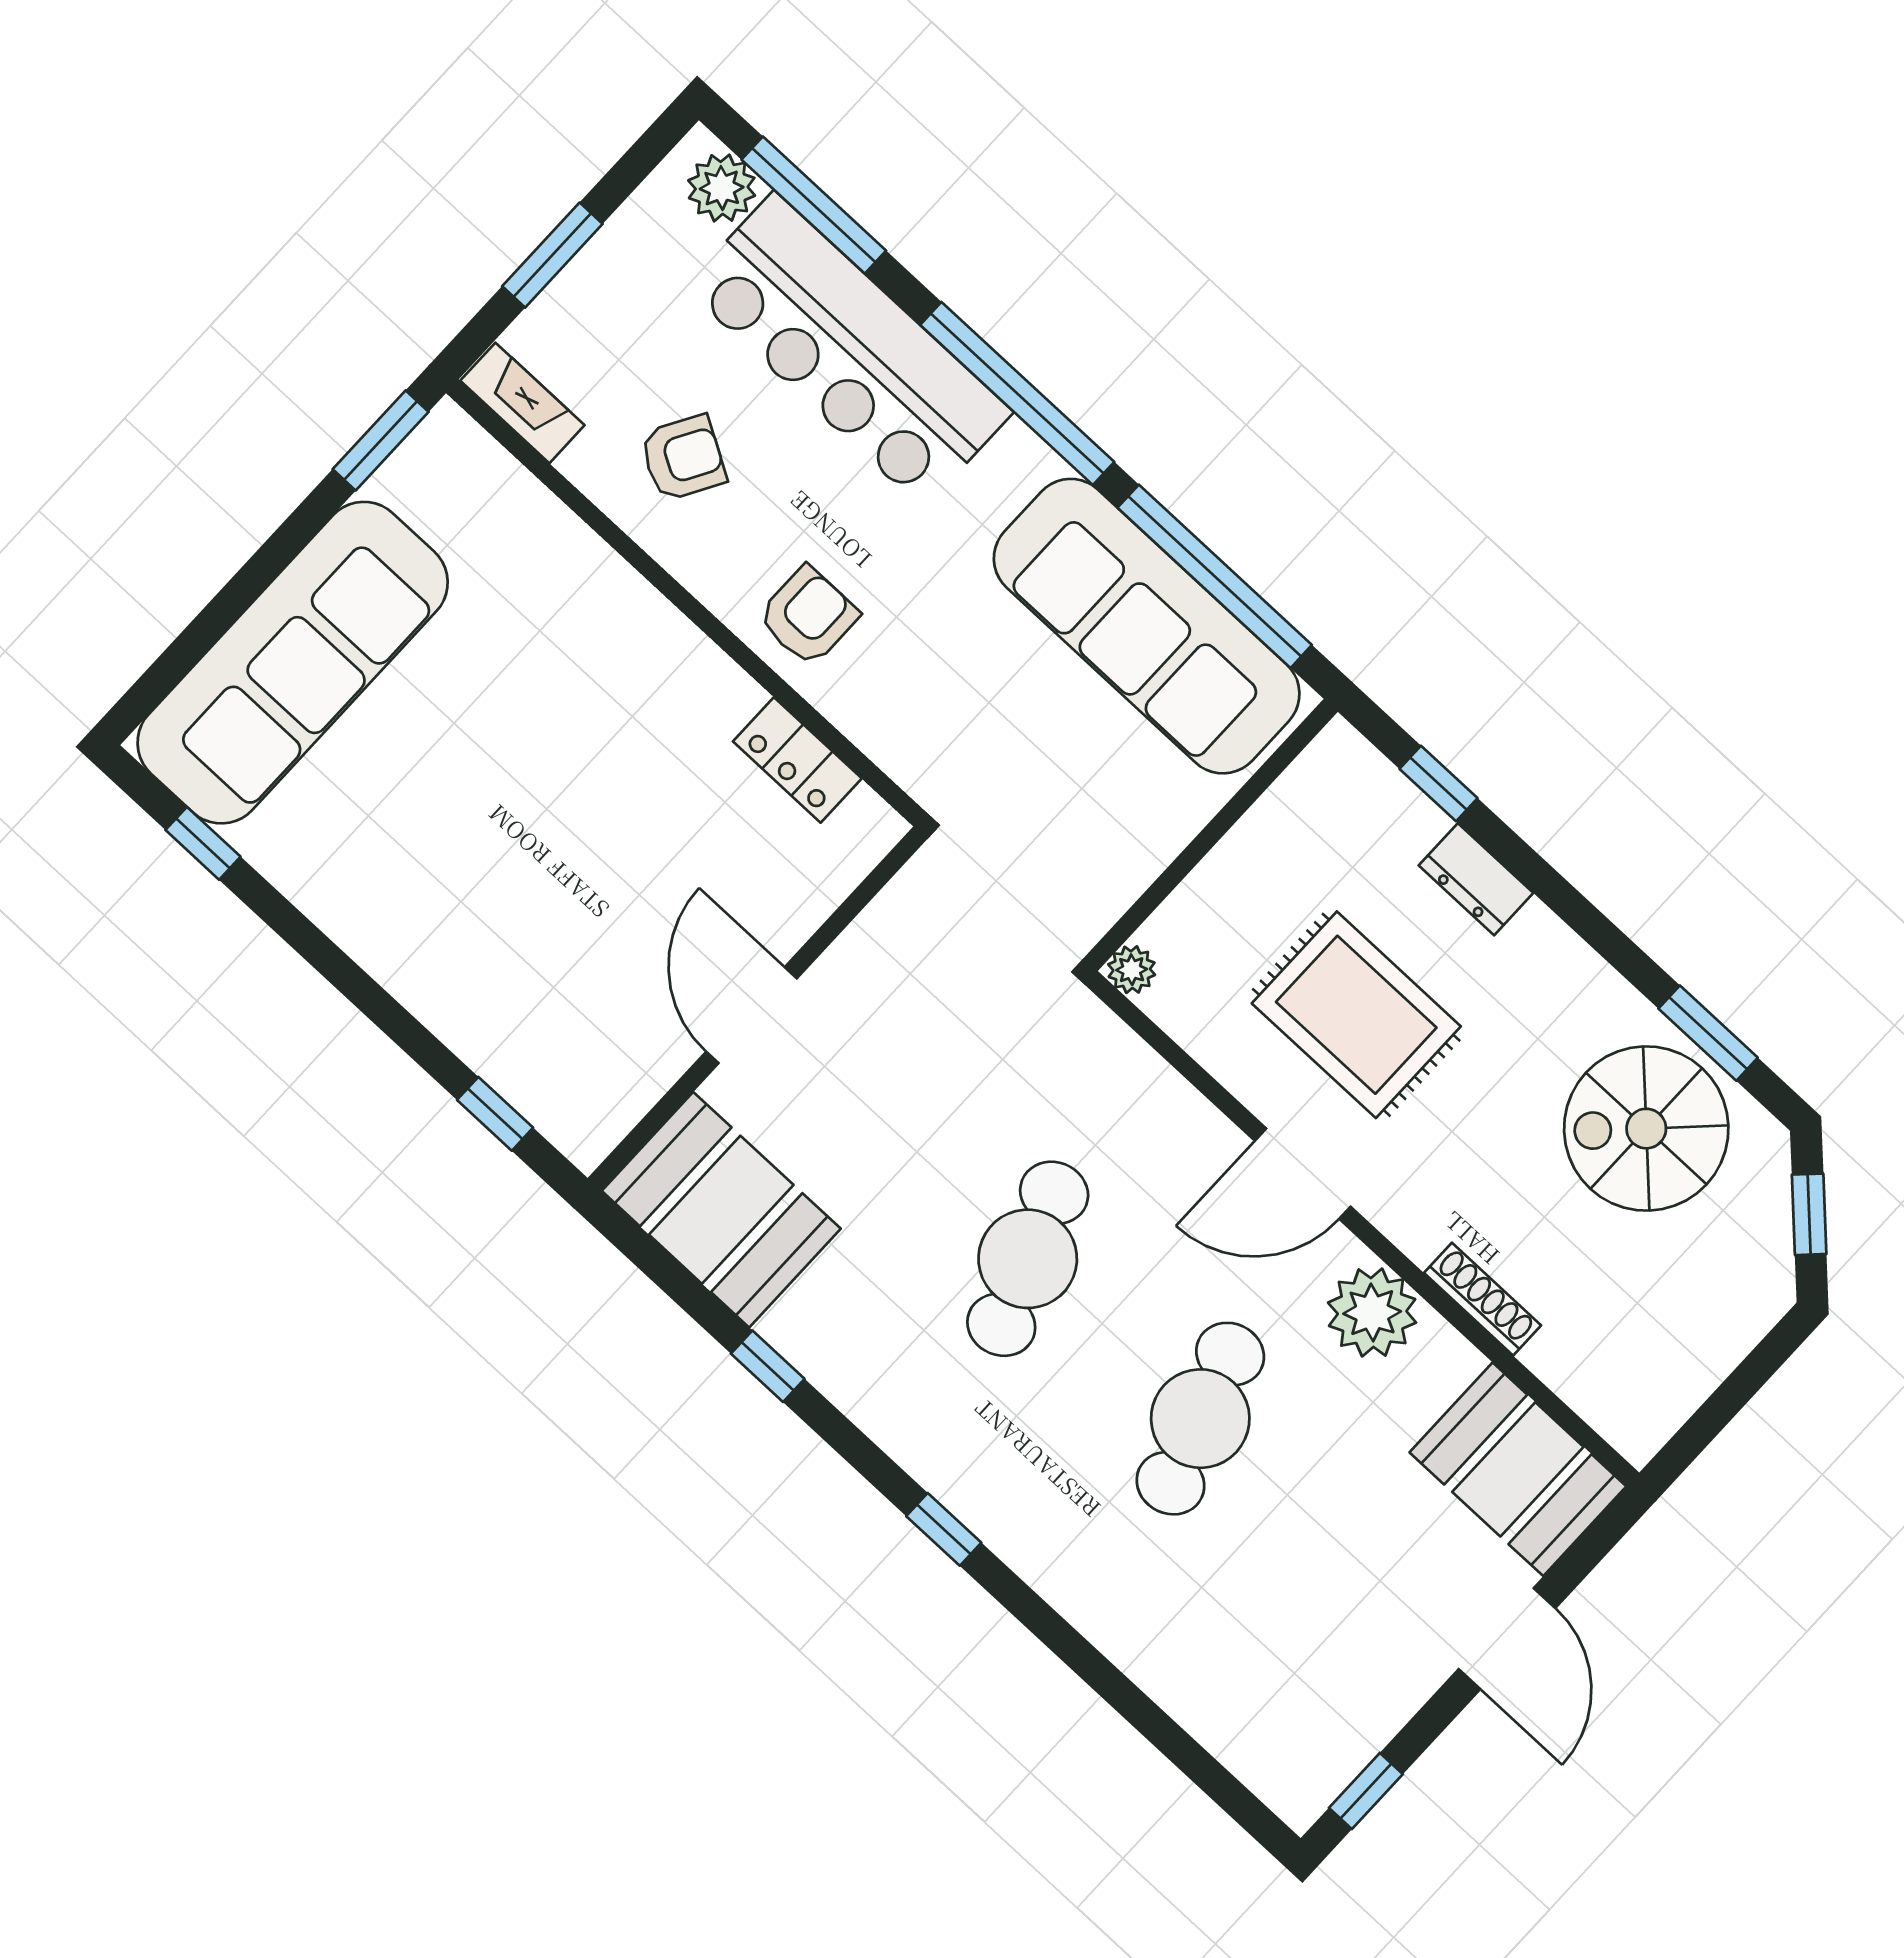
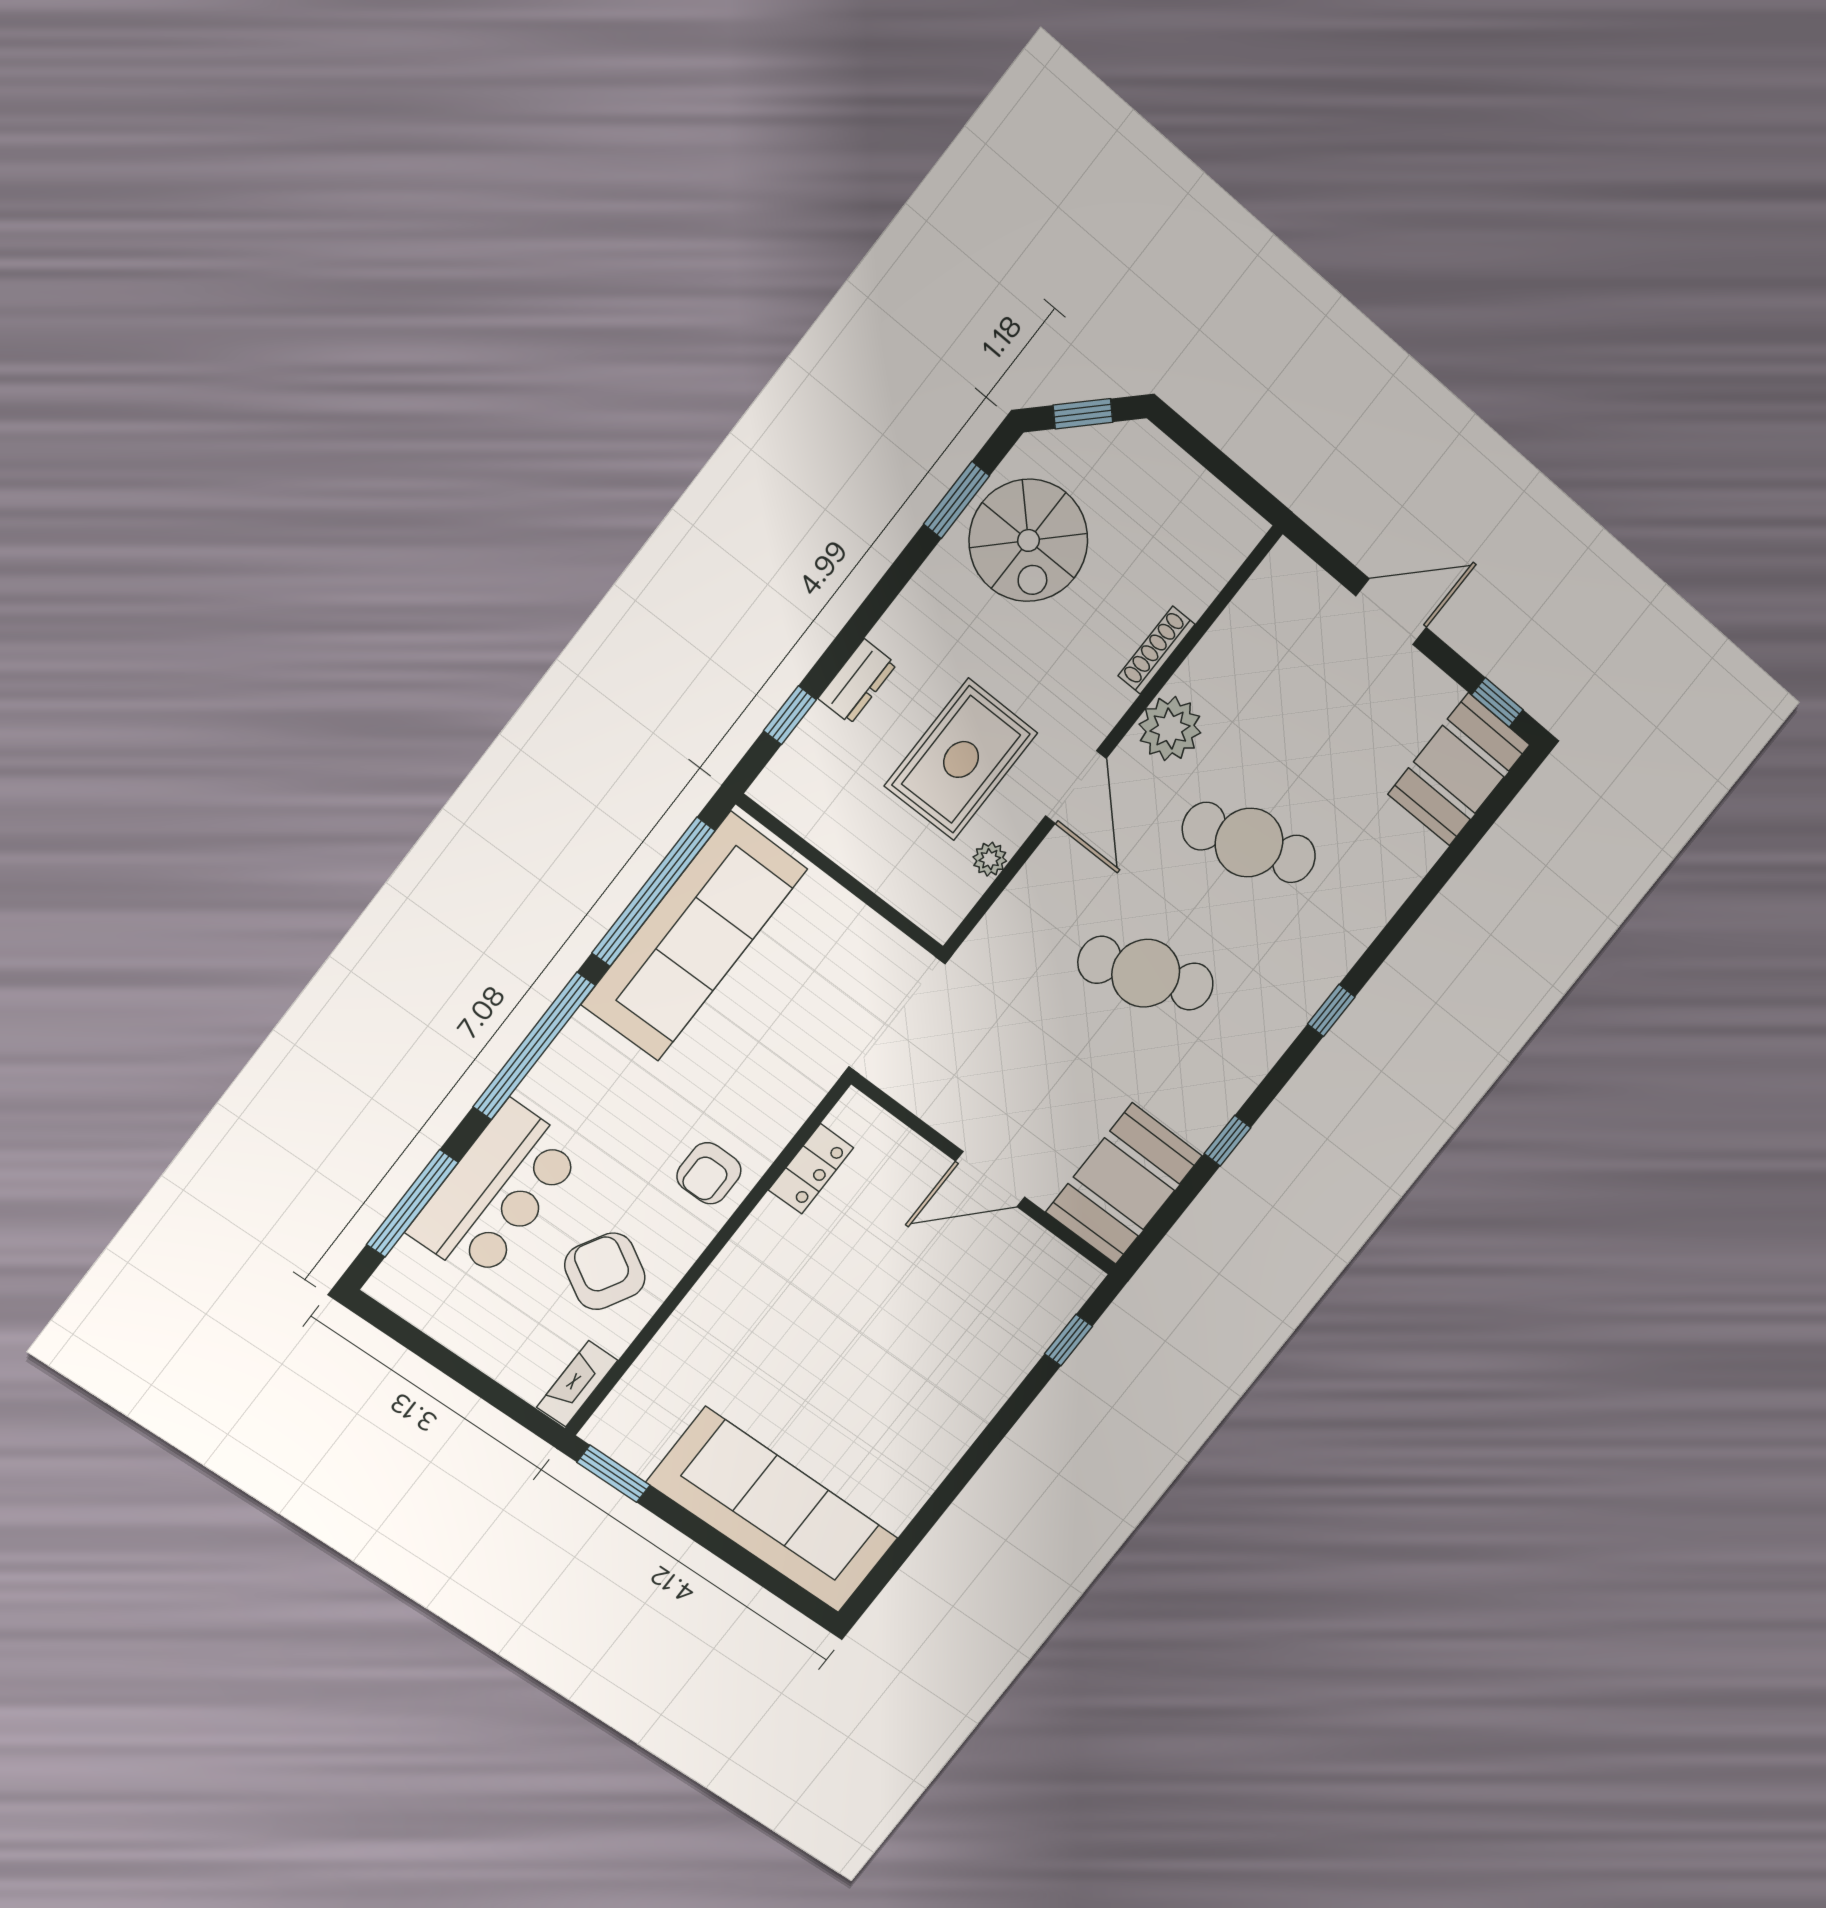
plant: (722, 188) -> (407, 1268), removed
window: (552, 255) -> (469, 1377), removed
bar counter: (849, 350) -> (496, 1192), width x0.73
armchair: (683, 458) -> (605, 1271), width x1.38, depth x1.38
armchair: (808, 616) -> (709, 1173), turned -90
window: (203, 843) -> (900, 1551), removed
plant: (1132, 970) -> (990, 859), moved
booth: (1518, 1469) -> (1459, 769), moved

